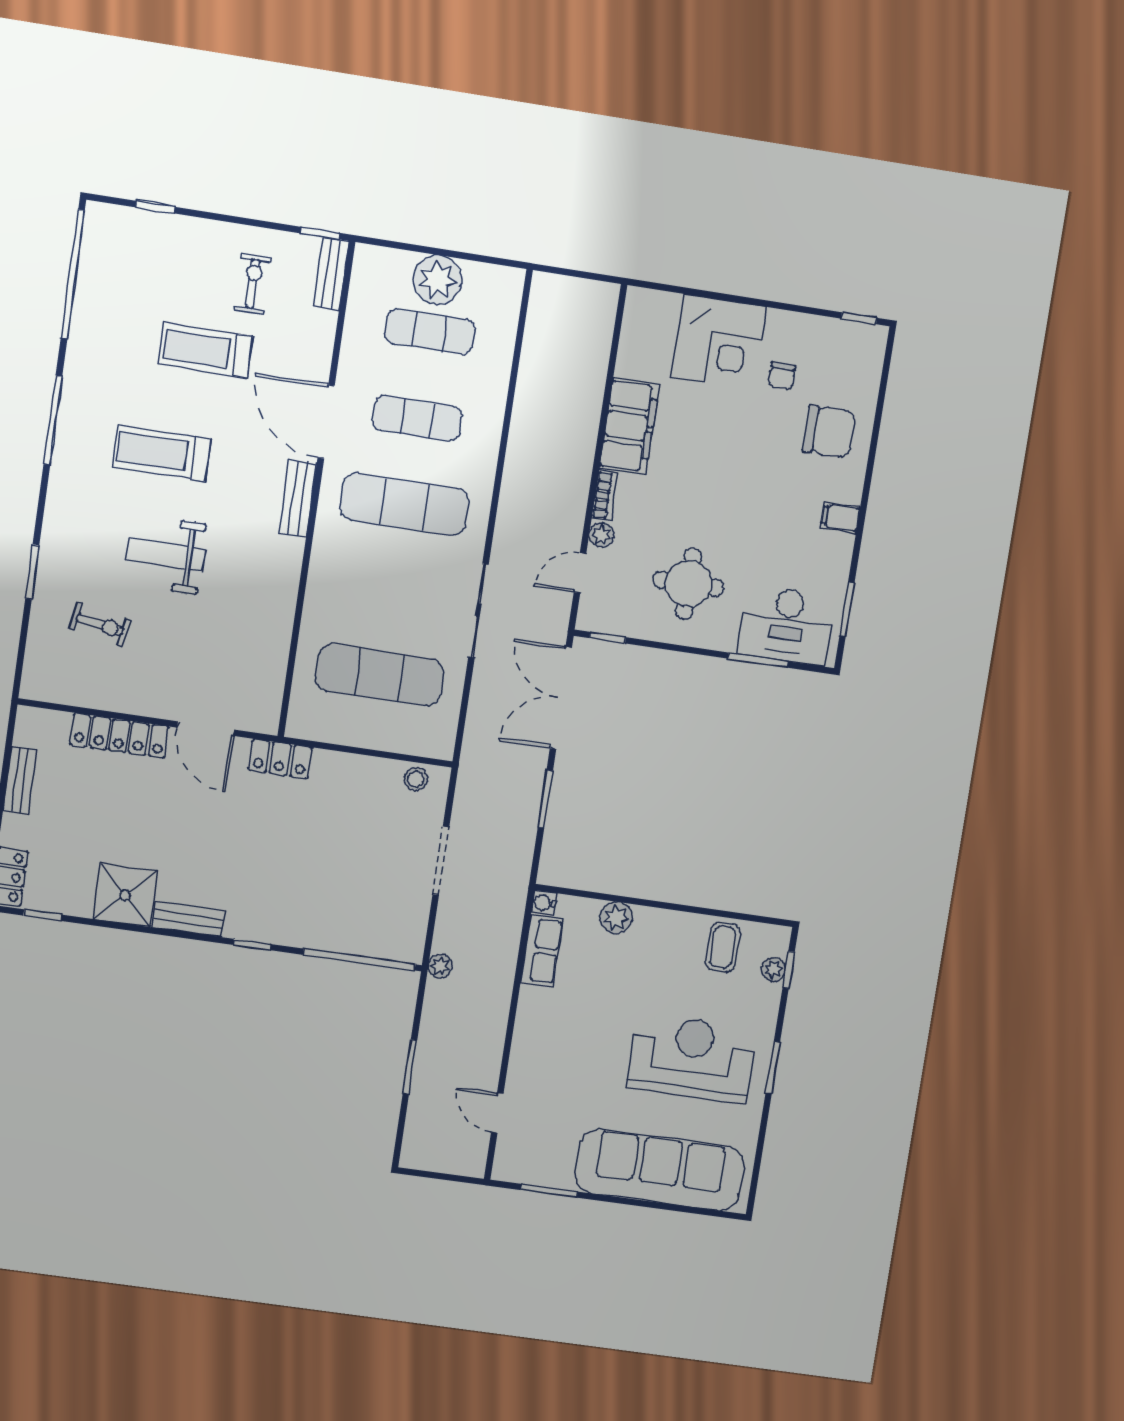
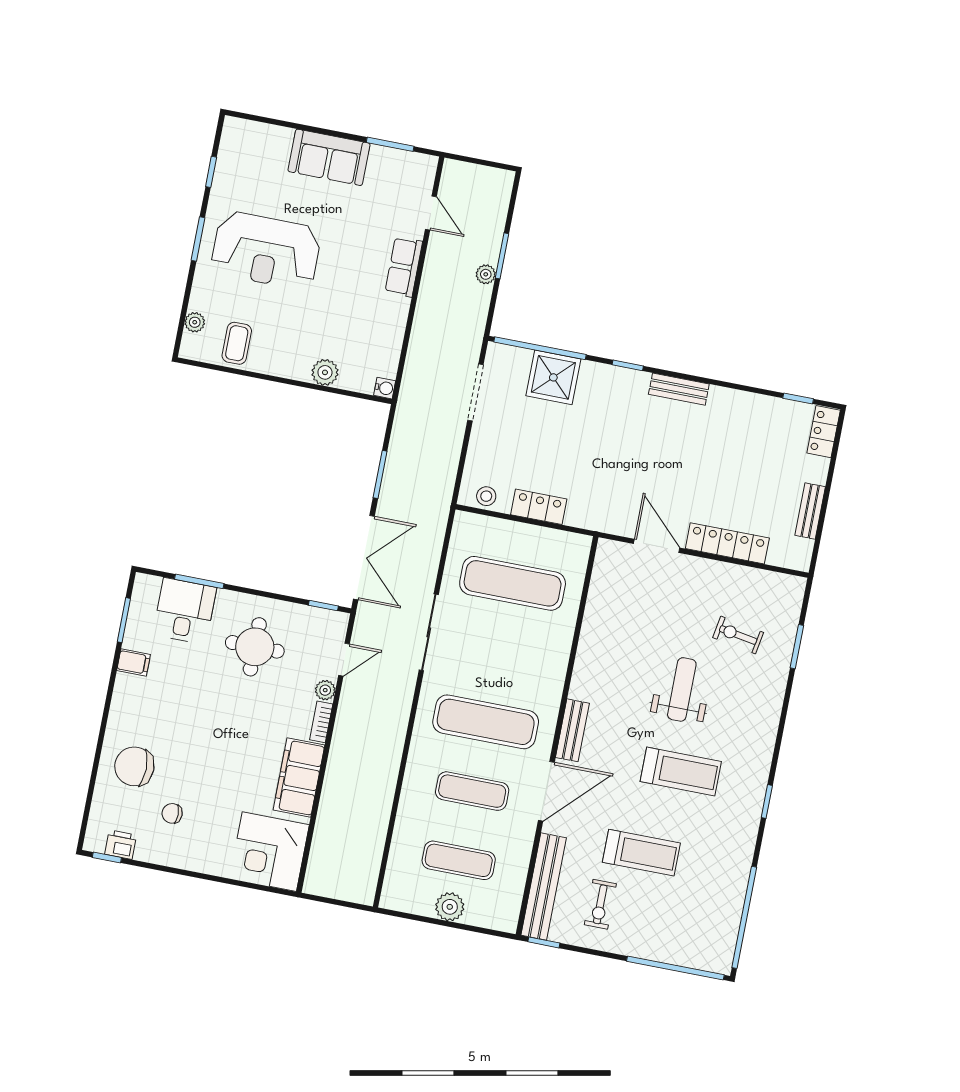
window: (155, 207) -> (675, 968), width x3.17
bench: (331, 274) -> (544, 886), width x1.86, depth x1.21
plant: (437, 280) -> (450, 907), width x0.73, depth x0.73
printer: (843, 335) -> (121, 845), added
corner desk: (719, 342) -> (269, 852), moved, turned -90
chair: (782, 376) -> (172, 813), turned -90
window: (53, 420) -> (767, 802), width x0.46
door: (326, 422) -> (546, 791), hinge flipped
filing cabinet: (840, 517) -> (134, 662), moved
weight bench: (166, 554) -> (682, 689), turned -90
window: (32, 572) -> (797, 647), moved
desk: (786, 625) -> (185, 611), width x0.73
locker: (280, 759) -> (539, 507), moved
doorway: (441, 861) -> (475, 393), moved
shower: (125, 895) -> (553, 377), moved
row of seats: (542, 951) -> (404, 267), moved
plant: (440, 966) -> (486, 274), moved
window: (789, 970) -> (211, 172), moved
sofa: (660, 1170) -> (329, 157), width x0.54, depth x0.79

